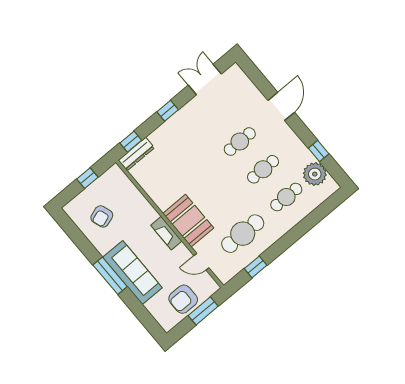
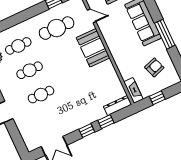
window: (131, 142) -> (106, 122), moved
fireplace: (166, 233) -> (133, 90), moved
window: (110, 276) -> (165, 34), moved

